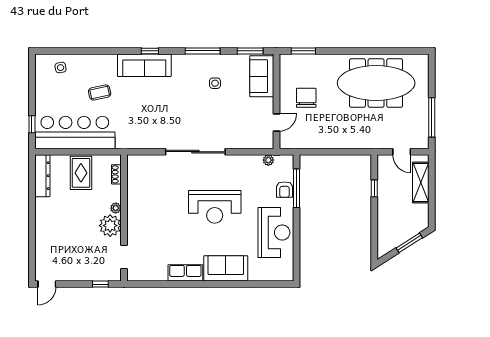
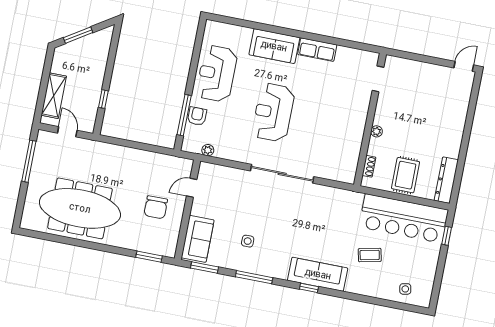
reception desk: (215, 207) -> (273, 112), turned -90
plant: (110, 226) -> (386, 114), removed
window: (100, 284) -> (408, 55), removed

